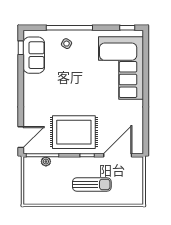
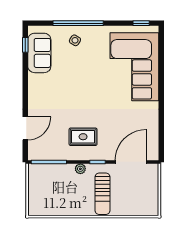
rug: (74, 132) -> (83, 137), width x0.54, depth x0.49
door: (21, 137) -> (25, 128), moved
plant: (46, 162) -> (80, 169), moved
sun lounger: (92, 184) -> (103, 194), turned 90

